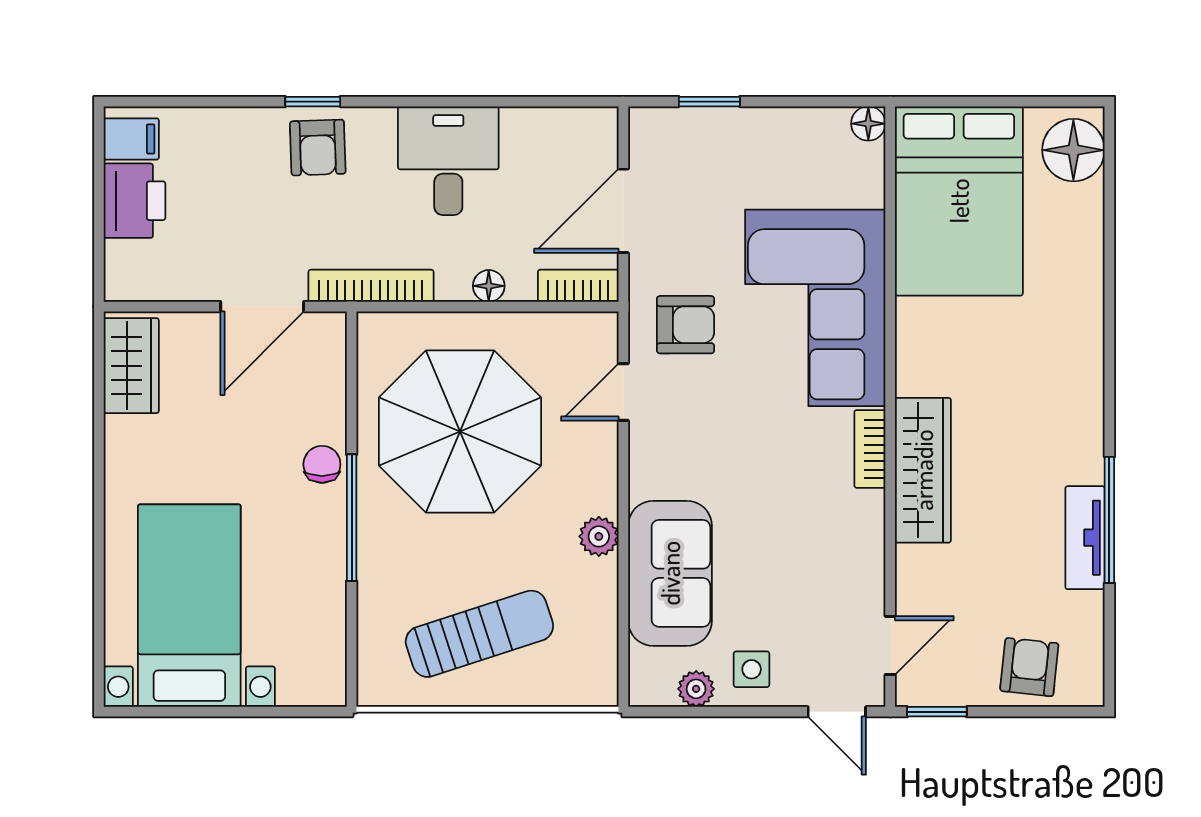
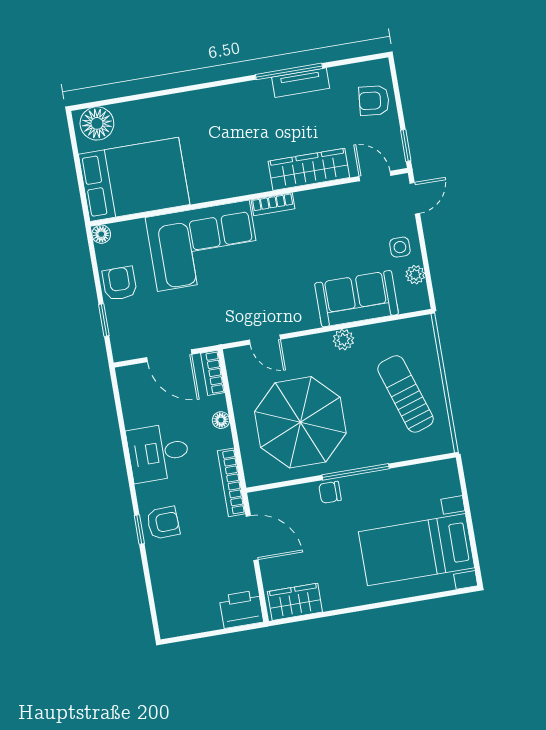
filing cabinet: (131, 139) -> (175, 622), removed
printer: (134, 201) -> (241, 609), moved
armchair: (686, 325) -> (120, 283), moved
wardrobe: (923, 470) -> (309, 169), moved

